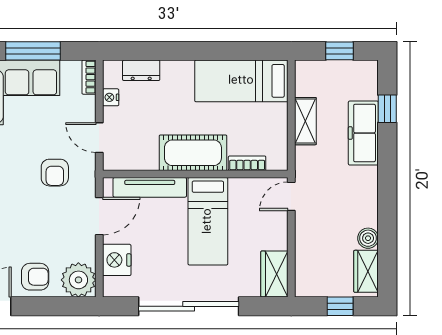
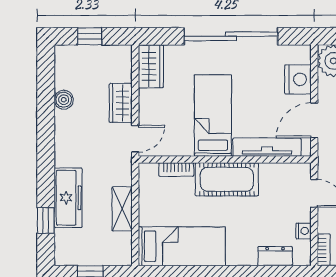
wardrobe: (366, 271) -> (121, 103), moved, turned 180

